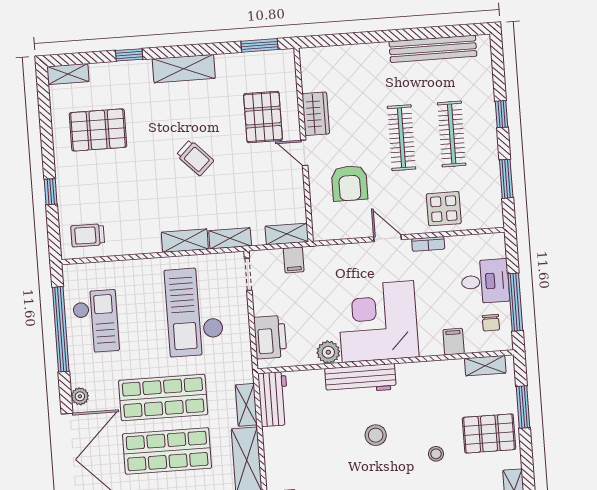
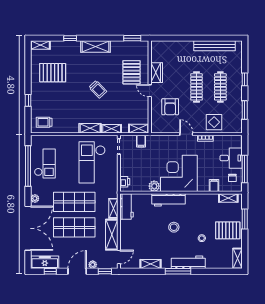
printer: (270, 337) -> (125, 182), width x0.53, depth x0.68

